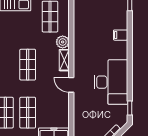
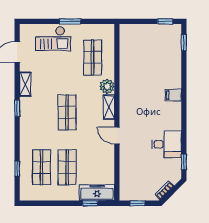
filing cabinet: (121, 35) -> (173, 95), moved
desk: (111, 82) -> (167, 144), width x0.53, depth x0.77

